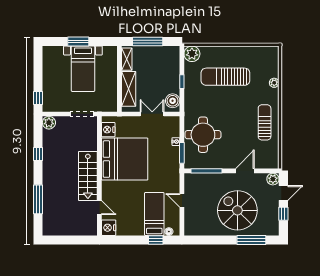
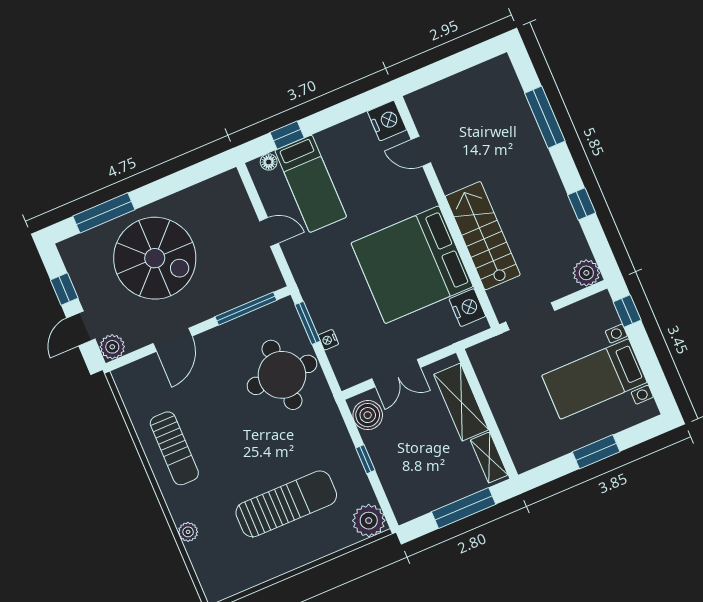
bed with nightstands: (83, 69) -> (594, 379), moved, turned -90
stairs: (88, 176) -> (483, 236), moved

